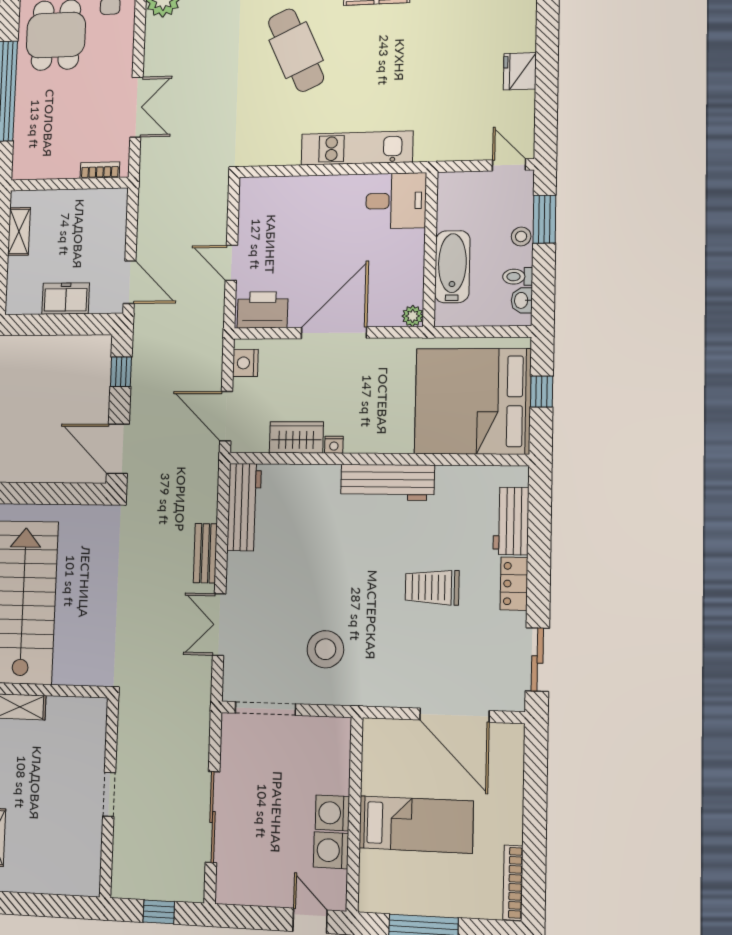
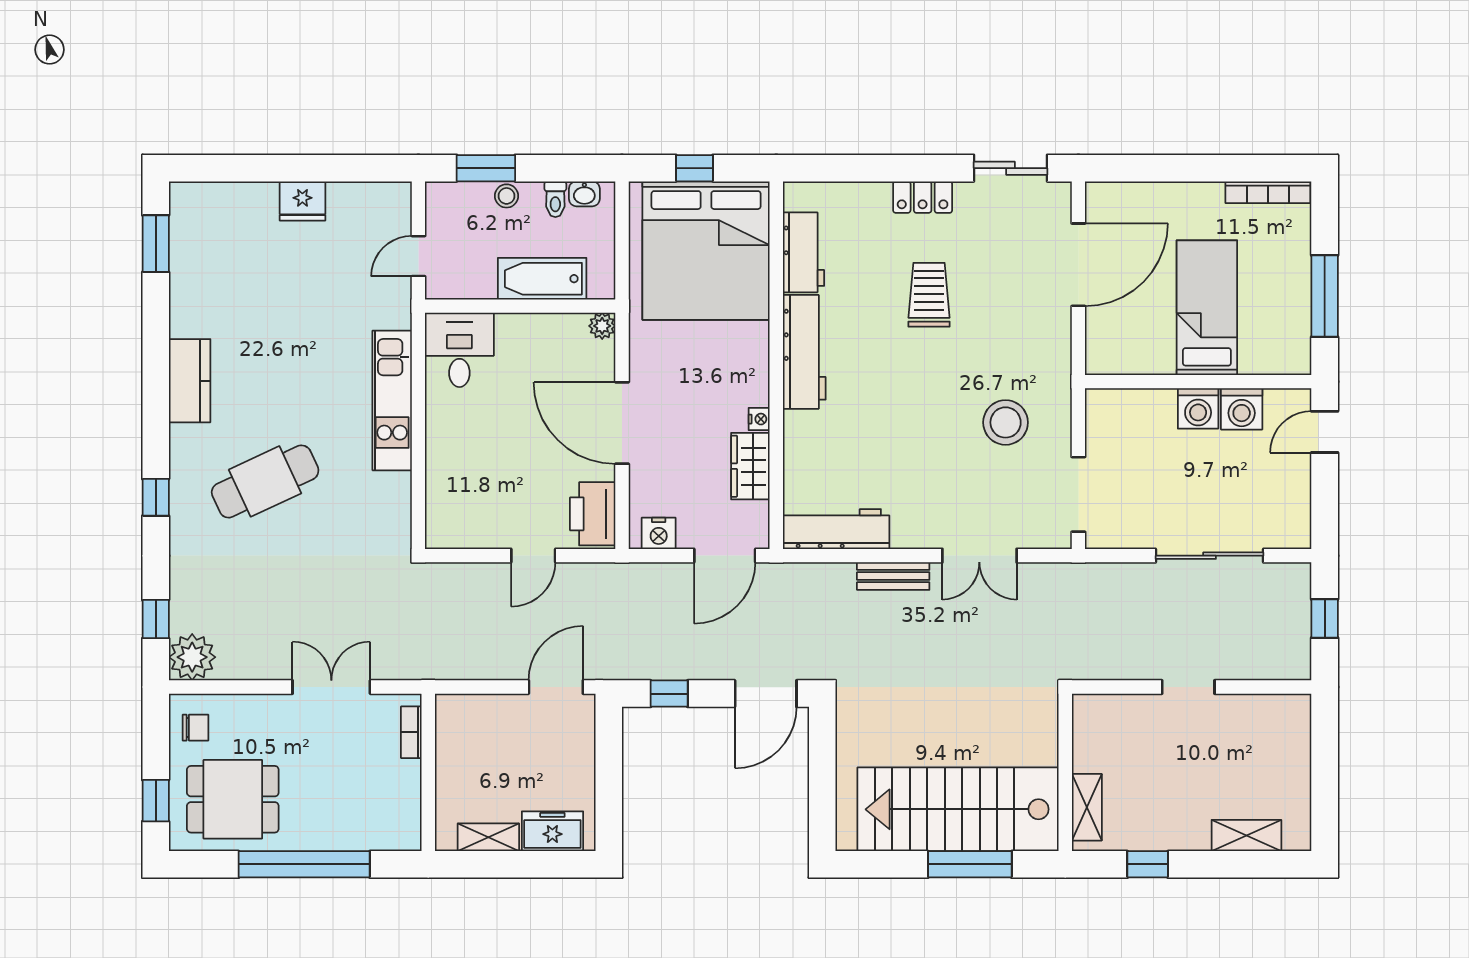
door: (509, 165) -> (418, 256), moved
freezer: (66, 299) -> (552, 831), moved, turned 90
workbench: (511, 521) -> (803, 252), moved, turned -90
trolley: (432, 587) -> (929, 295), turned 180

